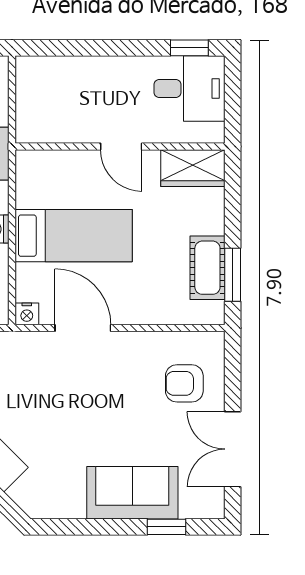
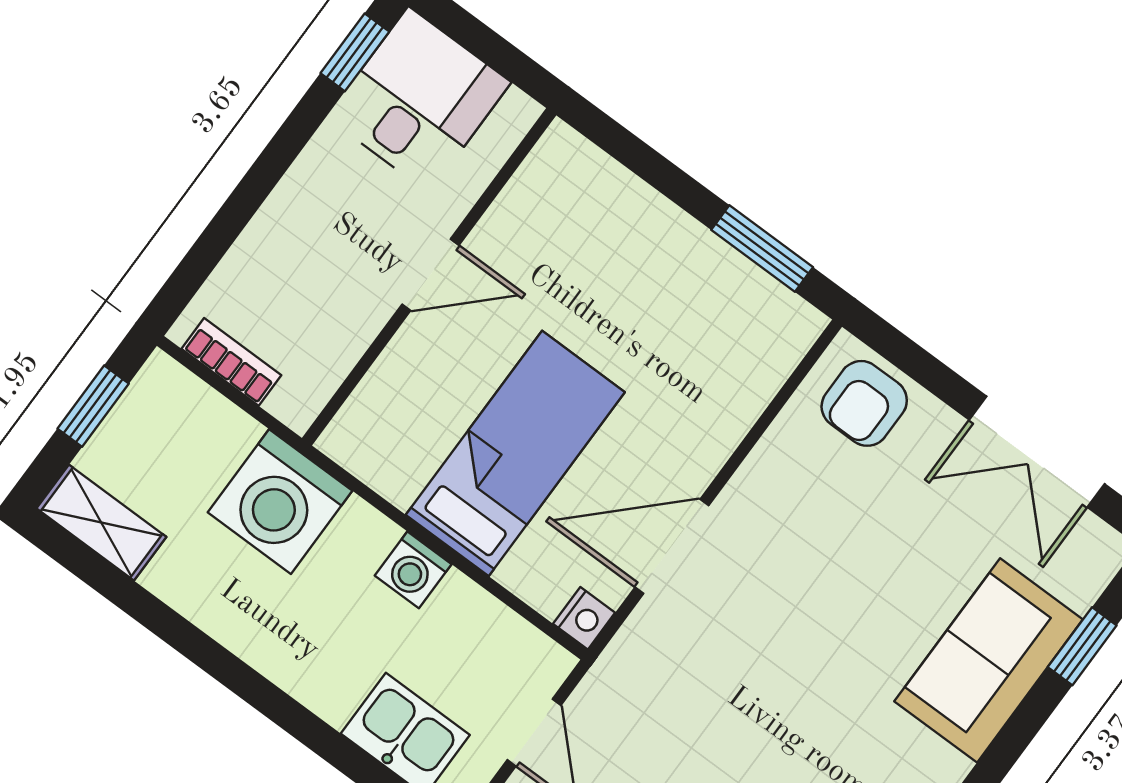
bookcase: (25, 91) -> (231, 362), added
wardrobe: (193, 168) -> (548, 187), removed
cot: (207, 268) -> (722, 280), removed
armchair: (184, 383) -> (864, 403), moved

